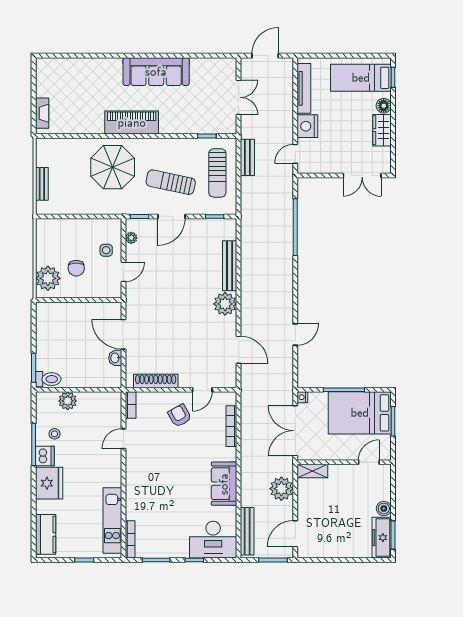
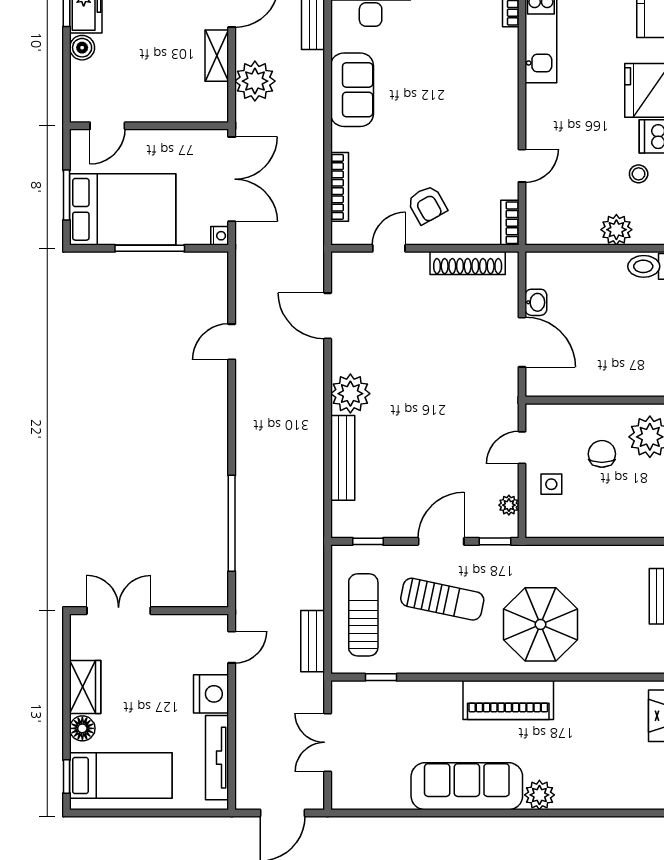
plant: (113, 66) -> (539, 795), added
shelving: (312, 471) -> (217, 56), moved, turned 90

